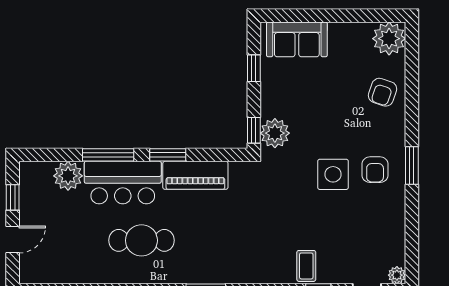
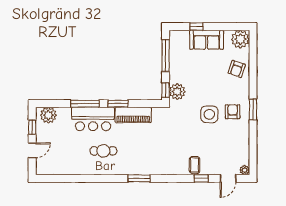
window: (310, 16) -> (196, 27), added
sofa: (297, 39) -> (207, 40), moved
window: (254, 68) -> (166, 56), width x2.17
armchair: (375, 170) -> (233, 112), turned 180
plant: (68, 176) -> (48, 115), moved
cafe table: (141, 240) -> (103, 151), width x0.73, depth x0.74

